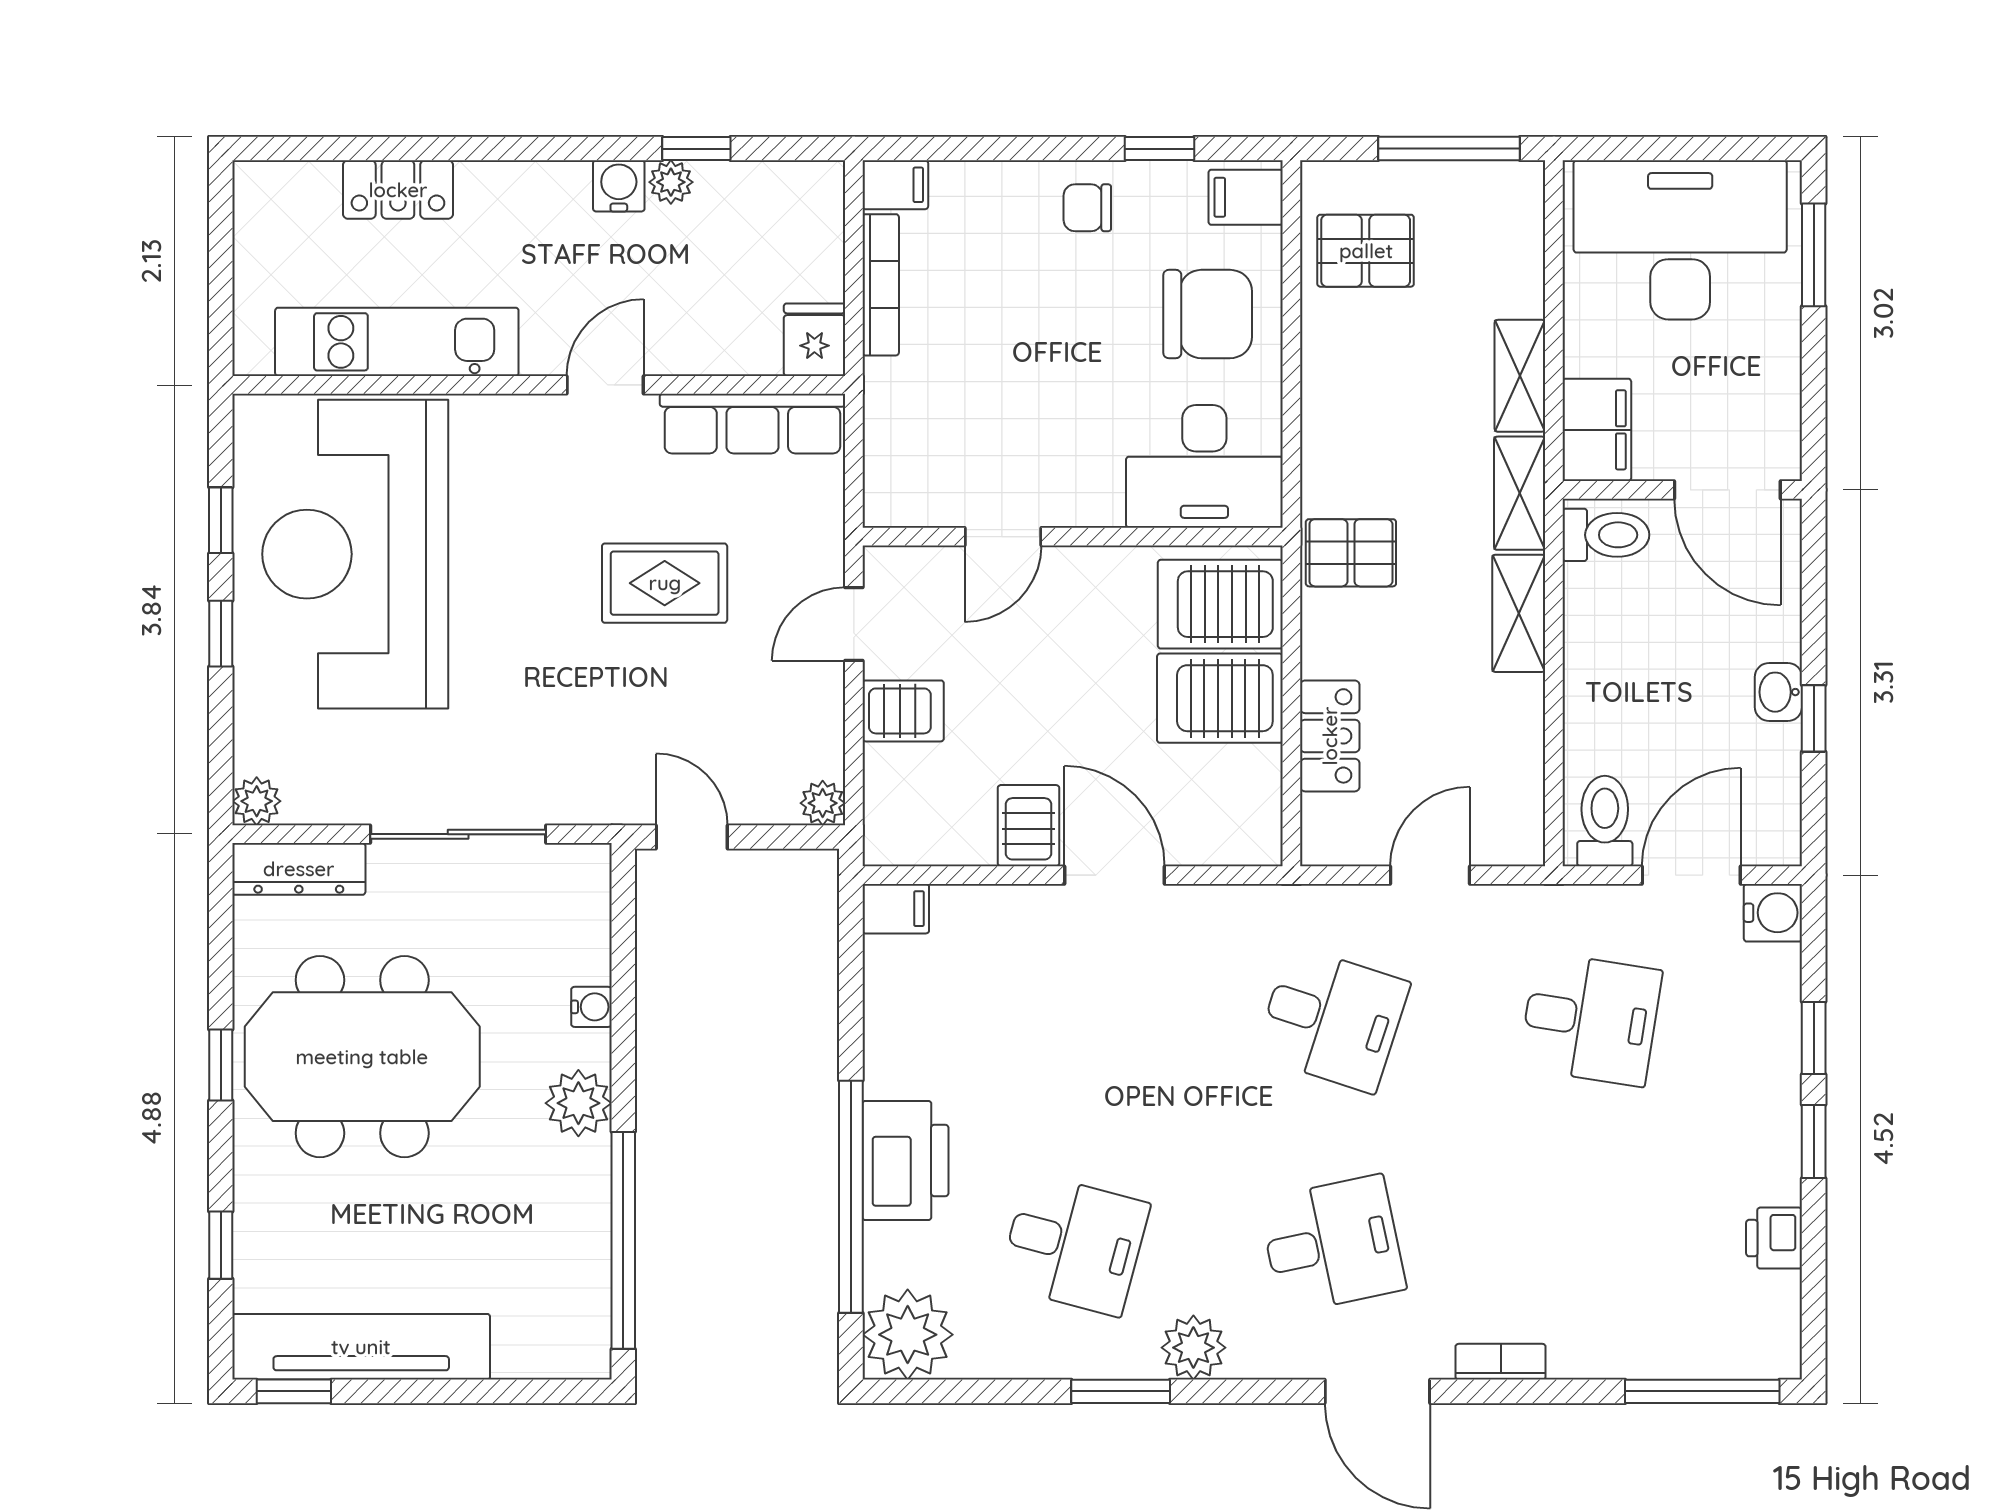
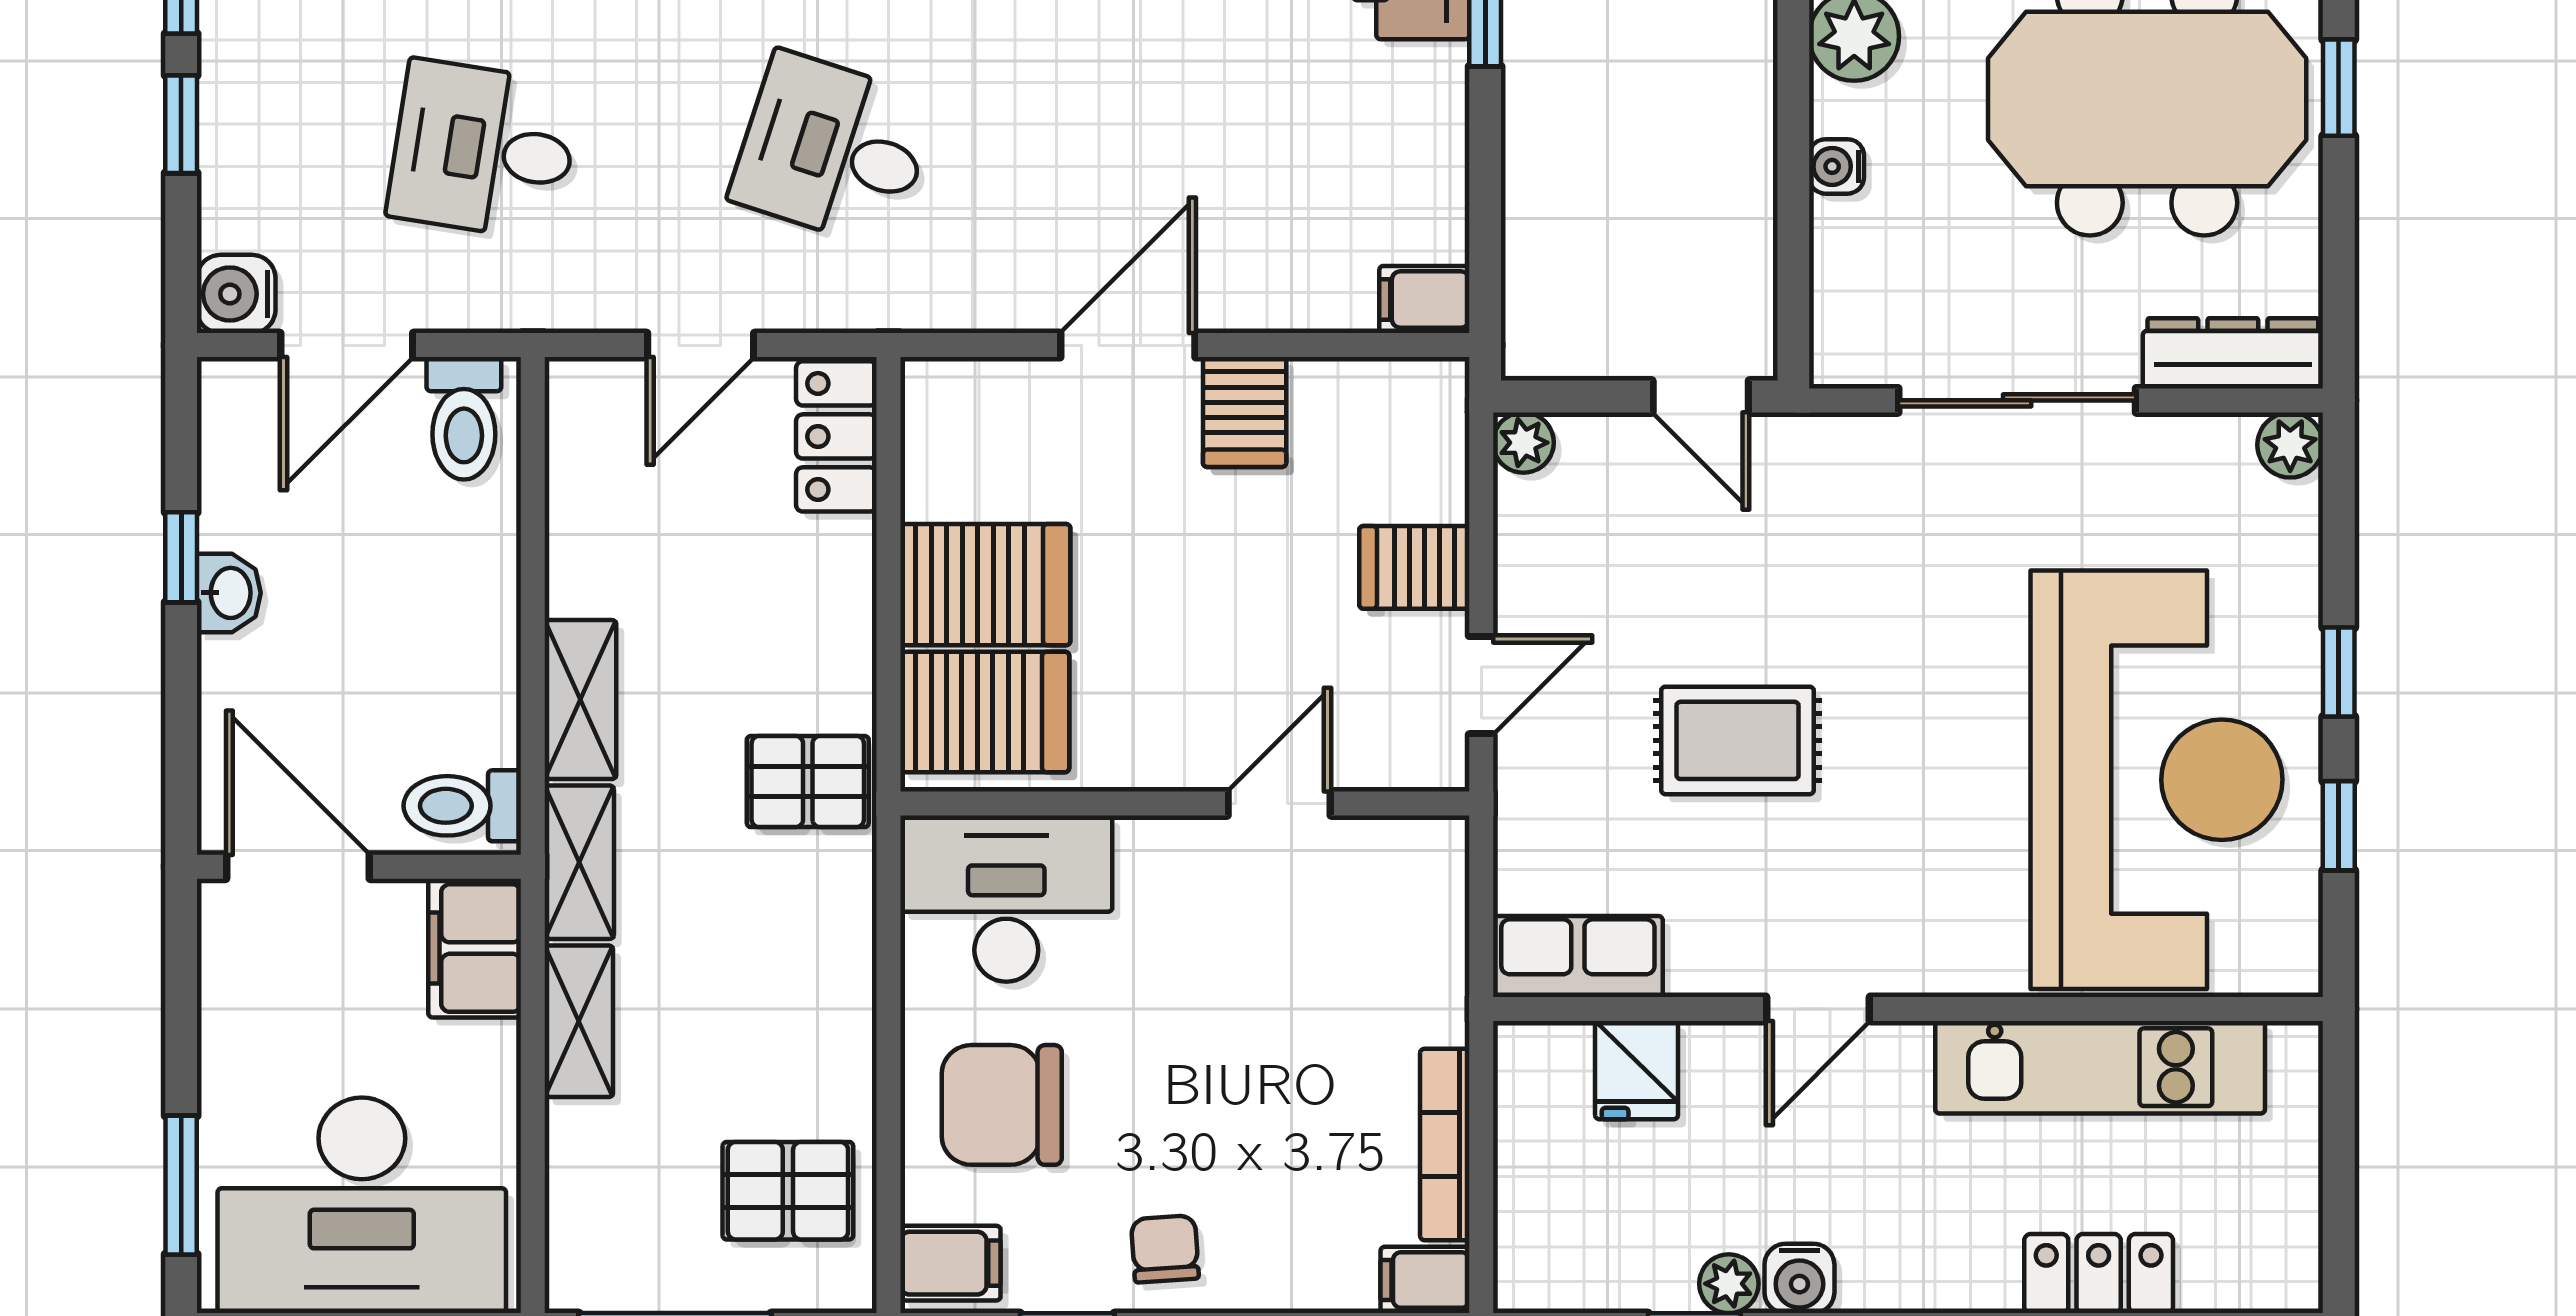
chair: (1087, 208) -> (1165, 1249), turned -94
fridge: (814, 340) -> (1637, 1070), moved
row of seats: (752, 424) -> (1578, 957), width x0.68
locker: (1330, 736) -> (836, 436), moved
door: (1115, 875) -> (1128, 345), swing flipped

